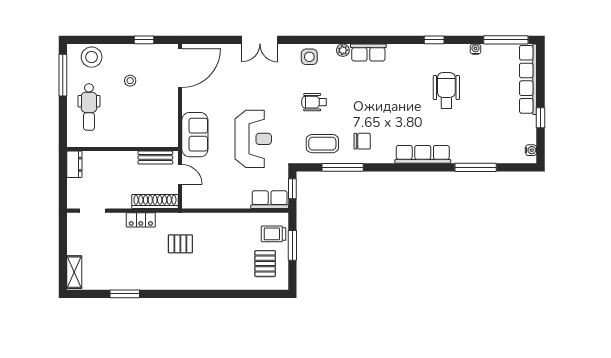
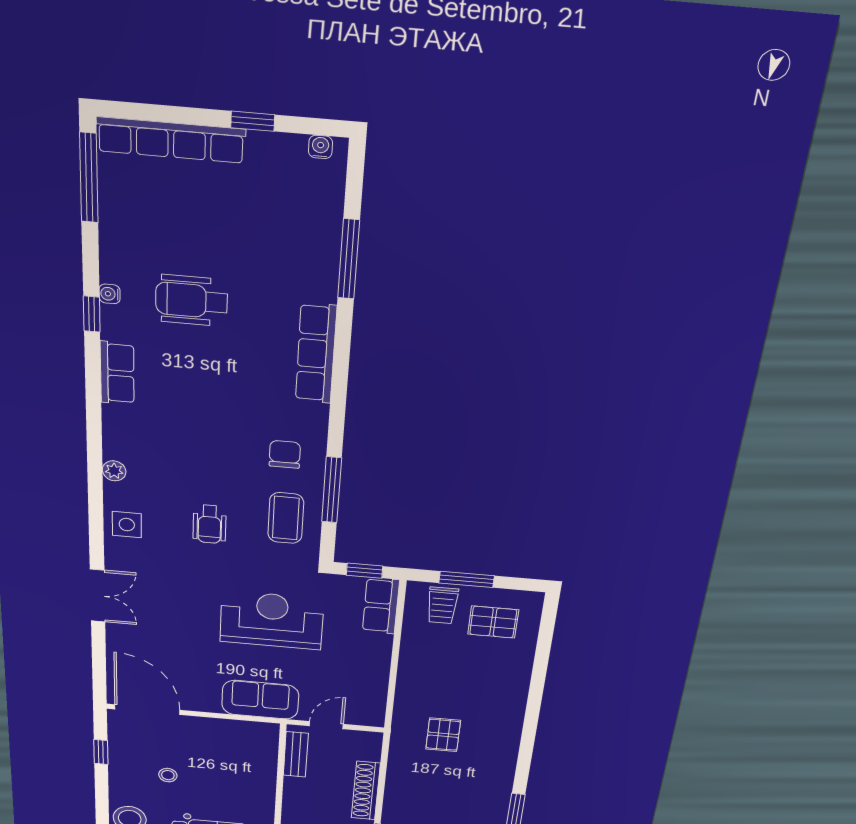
water cooler: (476, 49) -> (110, 294), moved
row of seats: (368, 52) -> (117, 373), moved
shoe rack: (155, 202) -> (366, 791), moved
locker: (141, 220) -> (397, 782), removed

